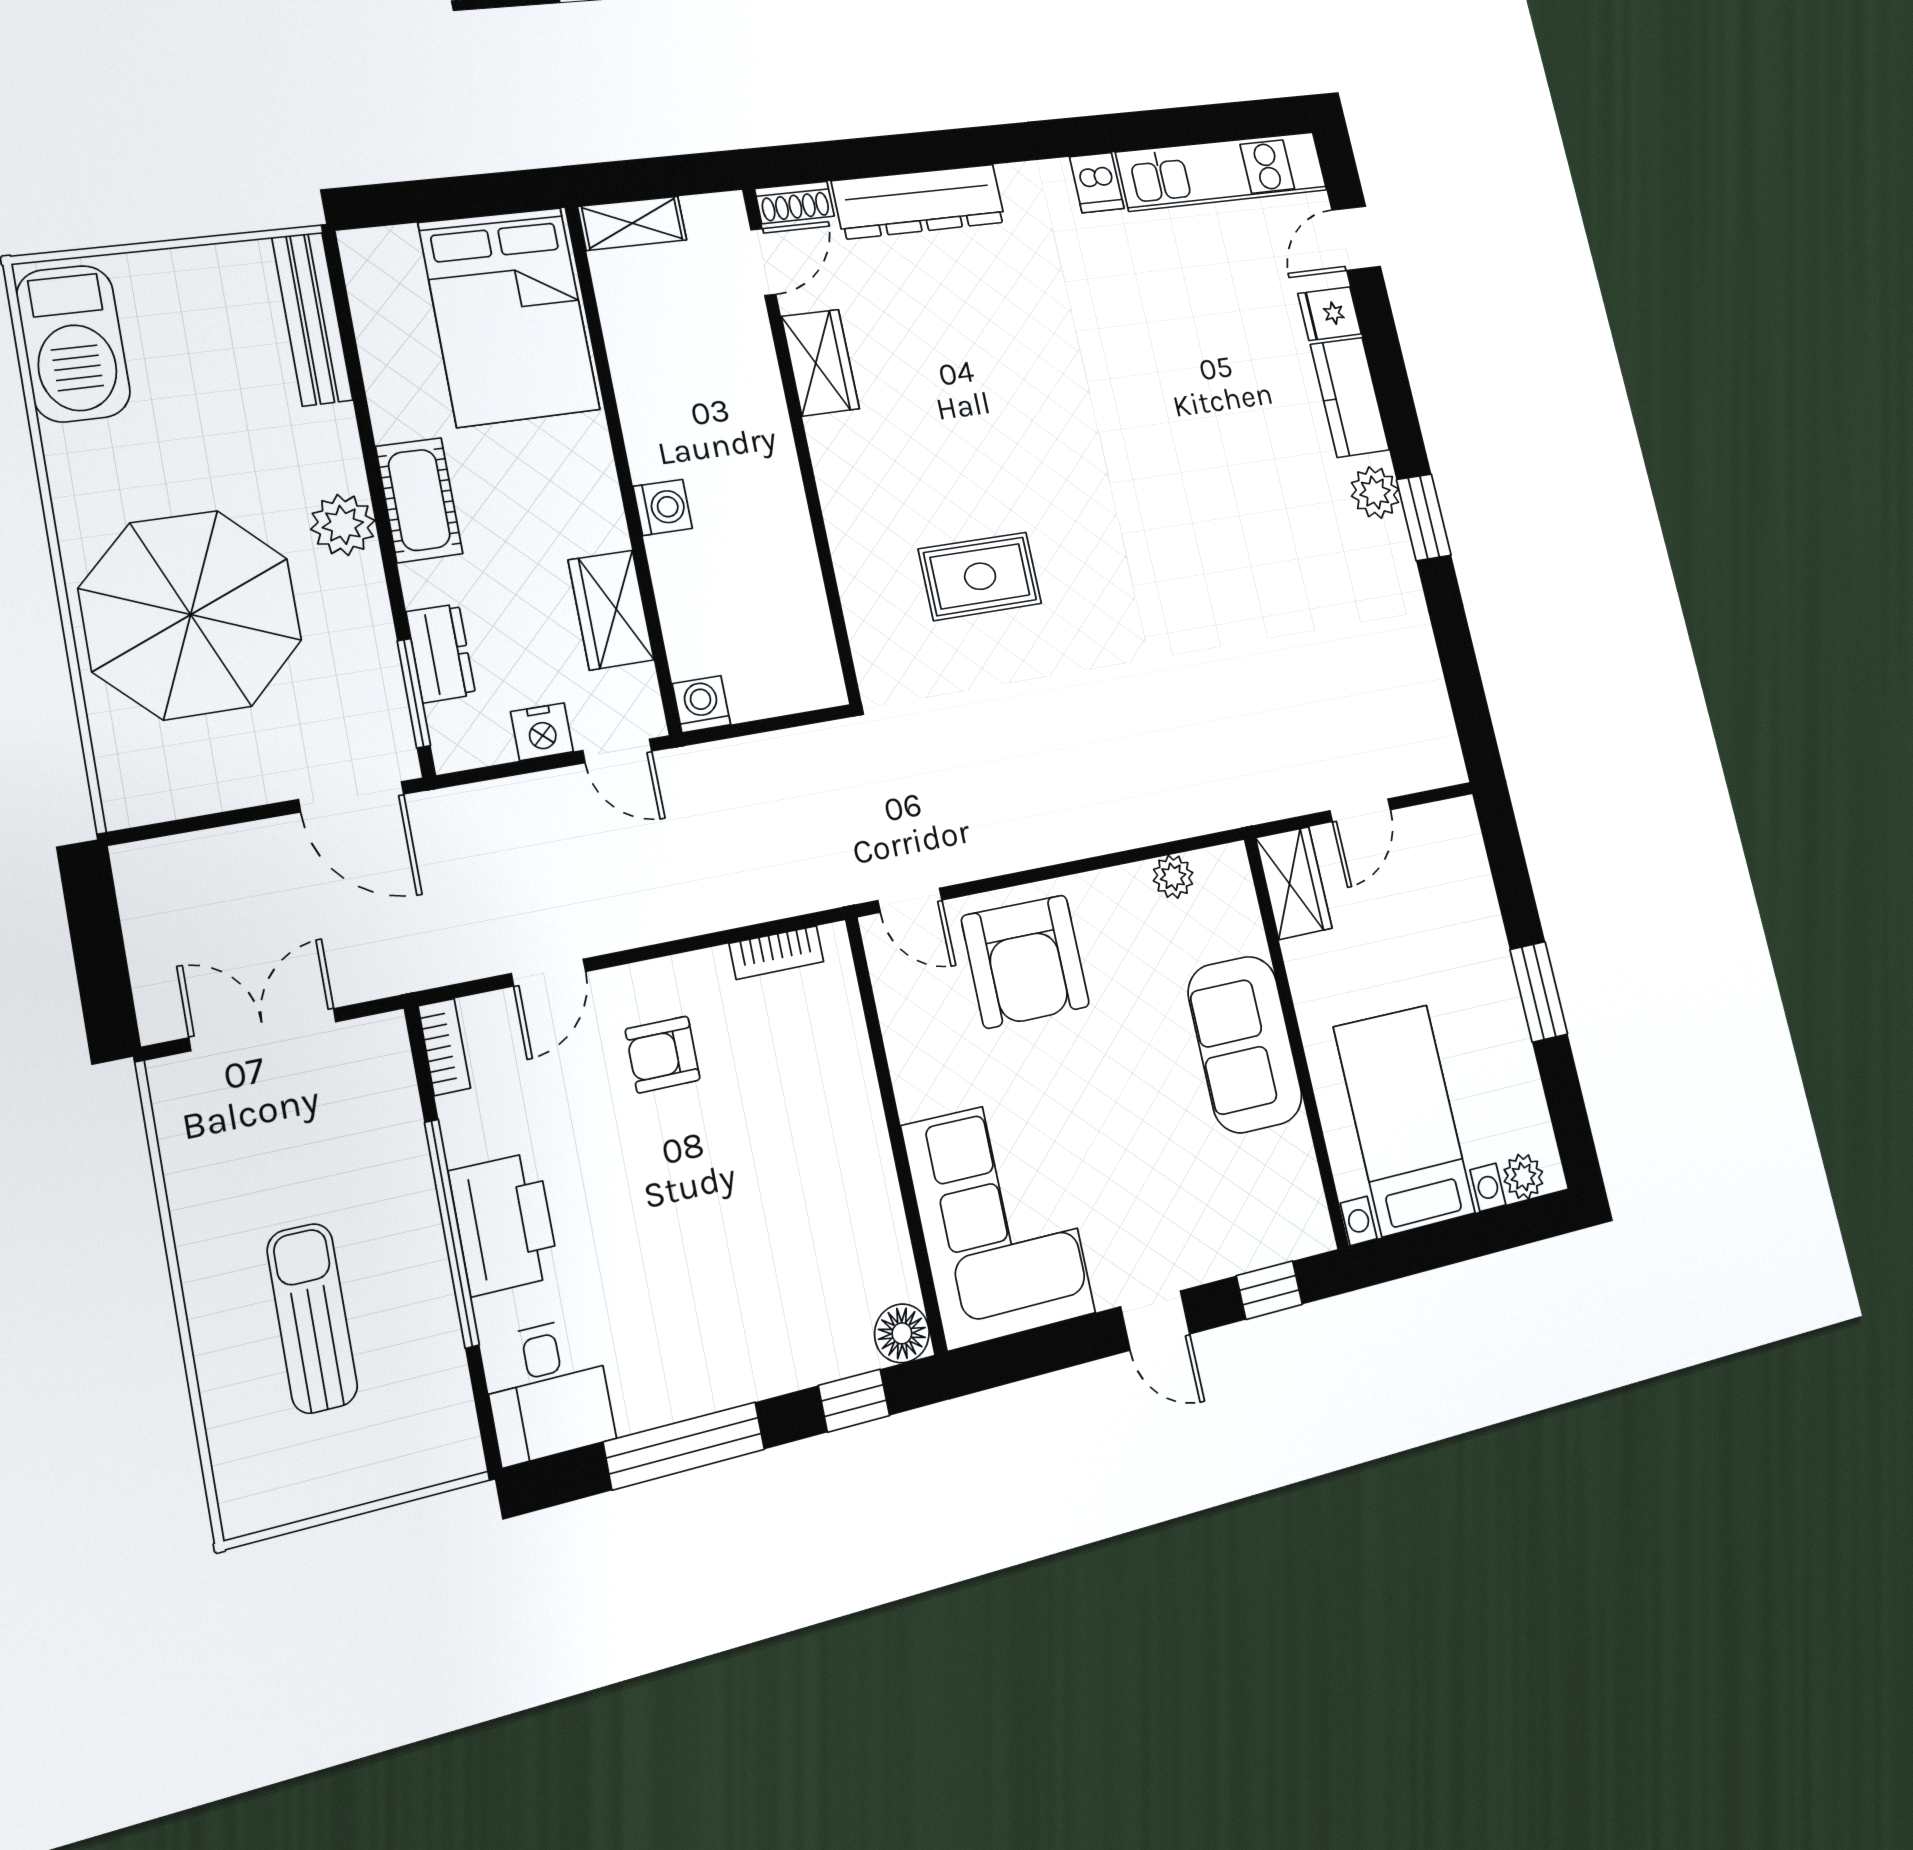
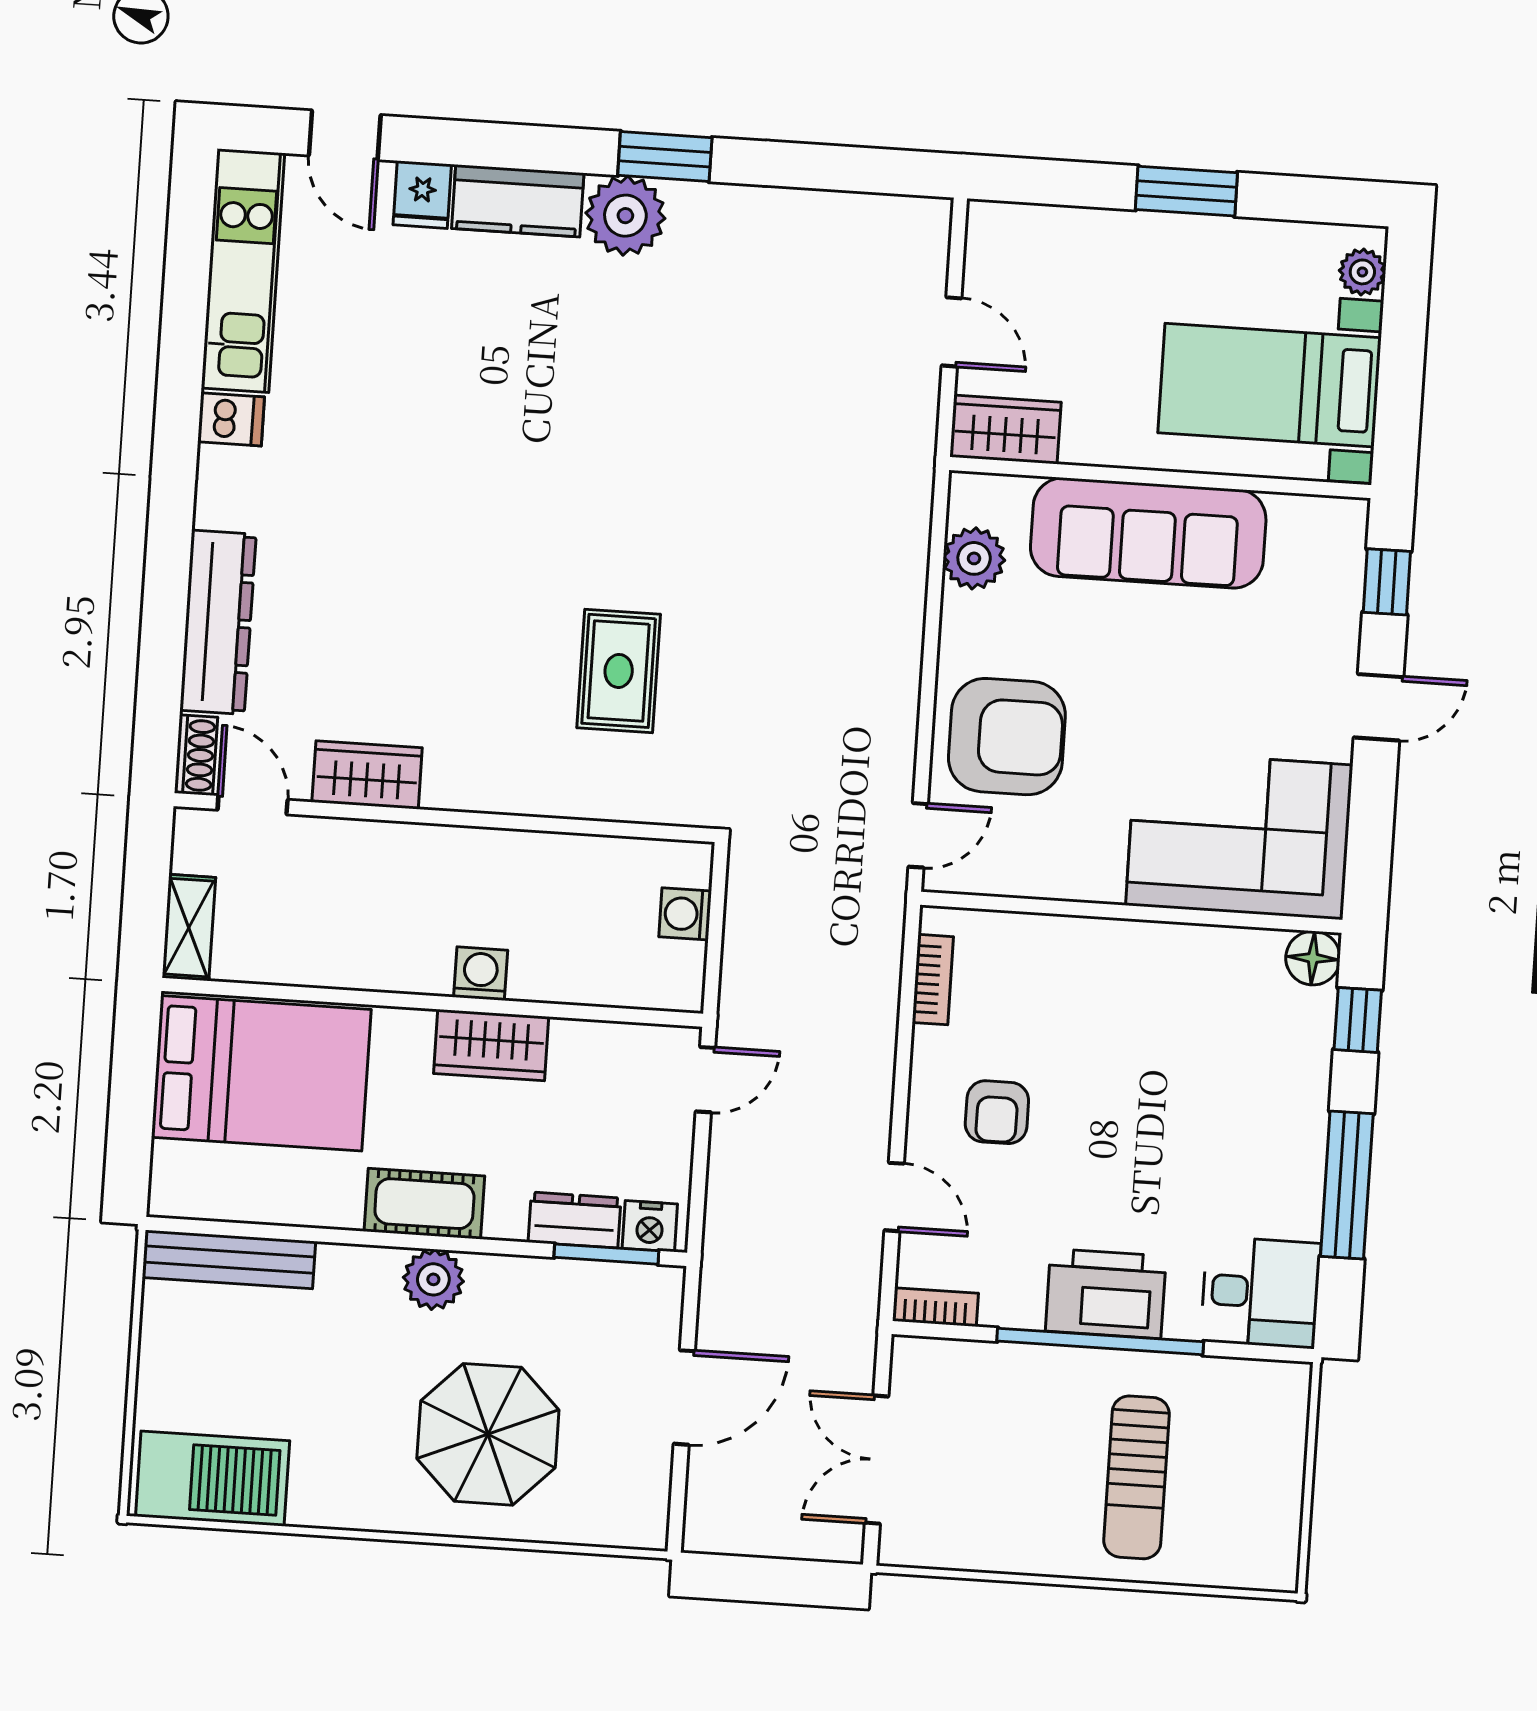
plant: (1375, 493) -> (625, 216), width x1.36, depth x1.36
wardrobe: (611, 610) -> (491, 1045), moved
parasol: (191, 615) -> (488, 1434), width x0.73, depth x0.73
washing machine: (701, 704) -> (685, 914), moved
nightstand: (542, 732) -> (650, 1226), moved, turned 90
door: (351, 797) -> (684, 1397), moved
plant: (1173, 877) -> (974, 558), width x1.38, depth x1.38
sofa: (1245, 1044) -> (1148, 533), width x1.36
sun lounger: (312, 1318) -> (1137, 1477), turned -90

